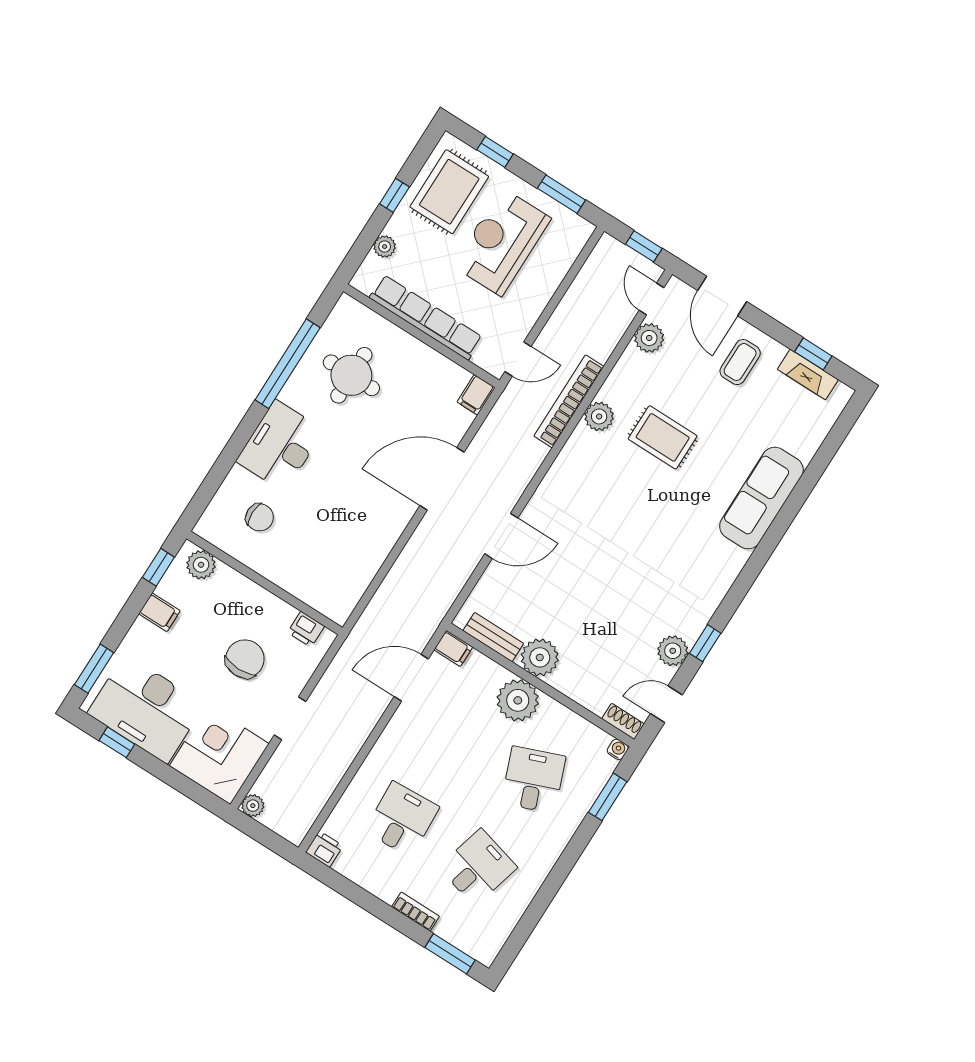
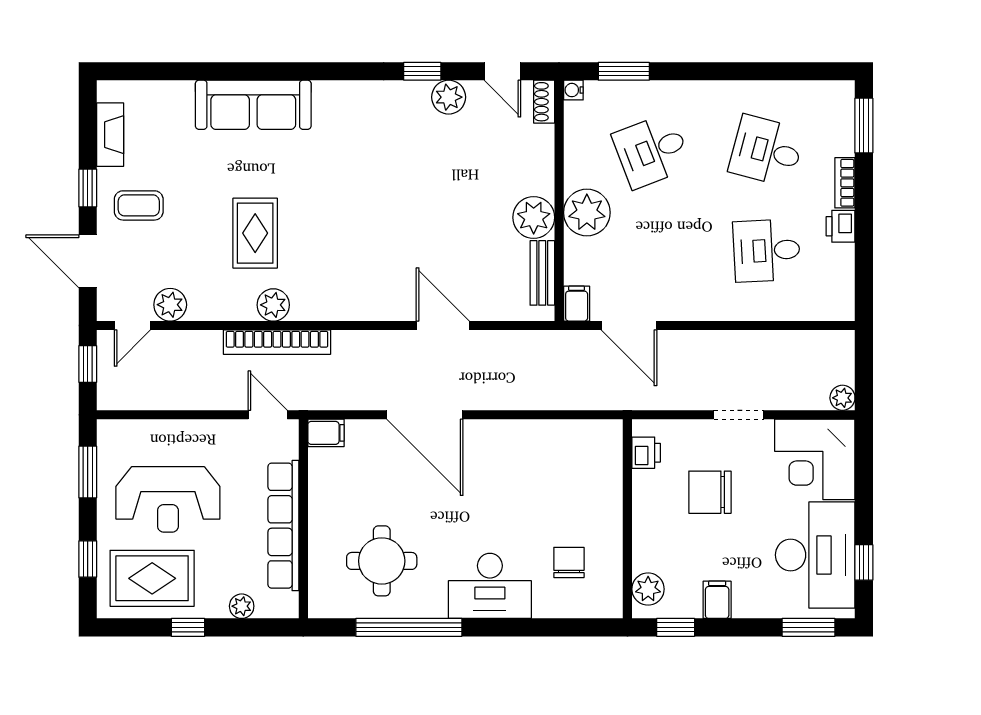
door: (722, 296) -> (88, 261), swing flipped
window: (813, 354) -> (88, 188), moved
printer: (324, 849) -> (841, 226), moved

